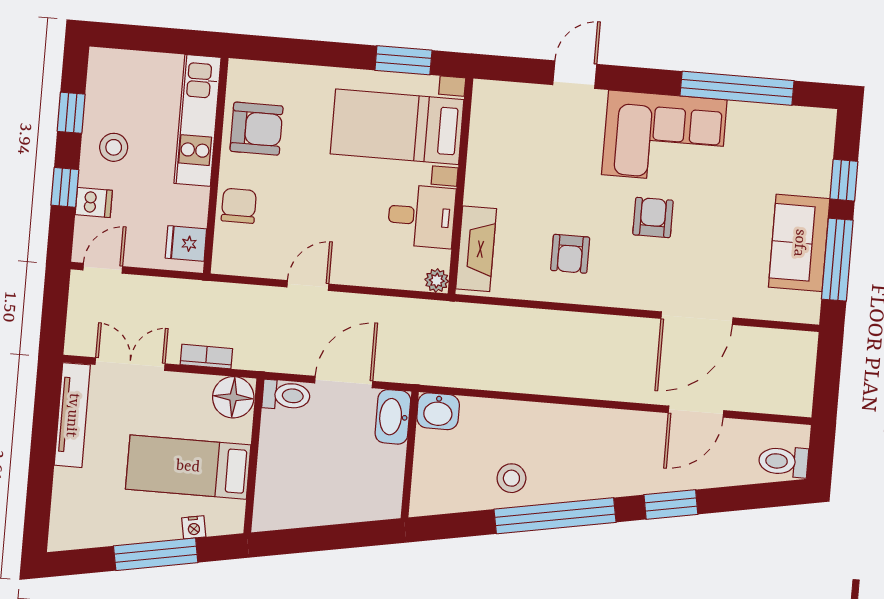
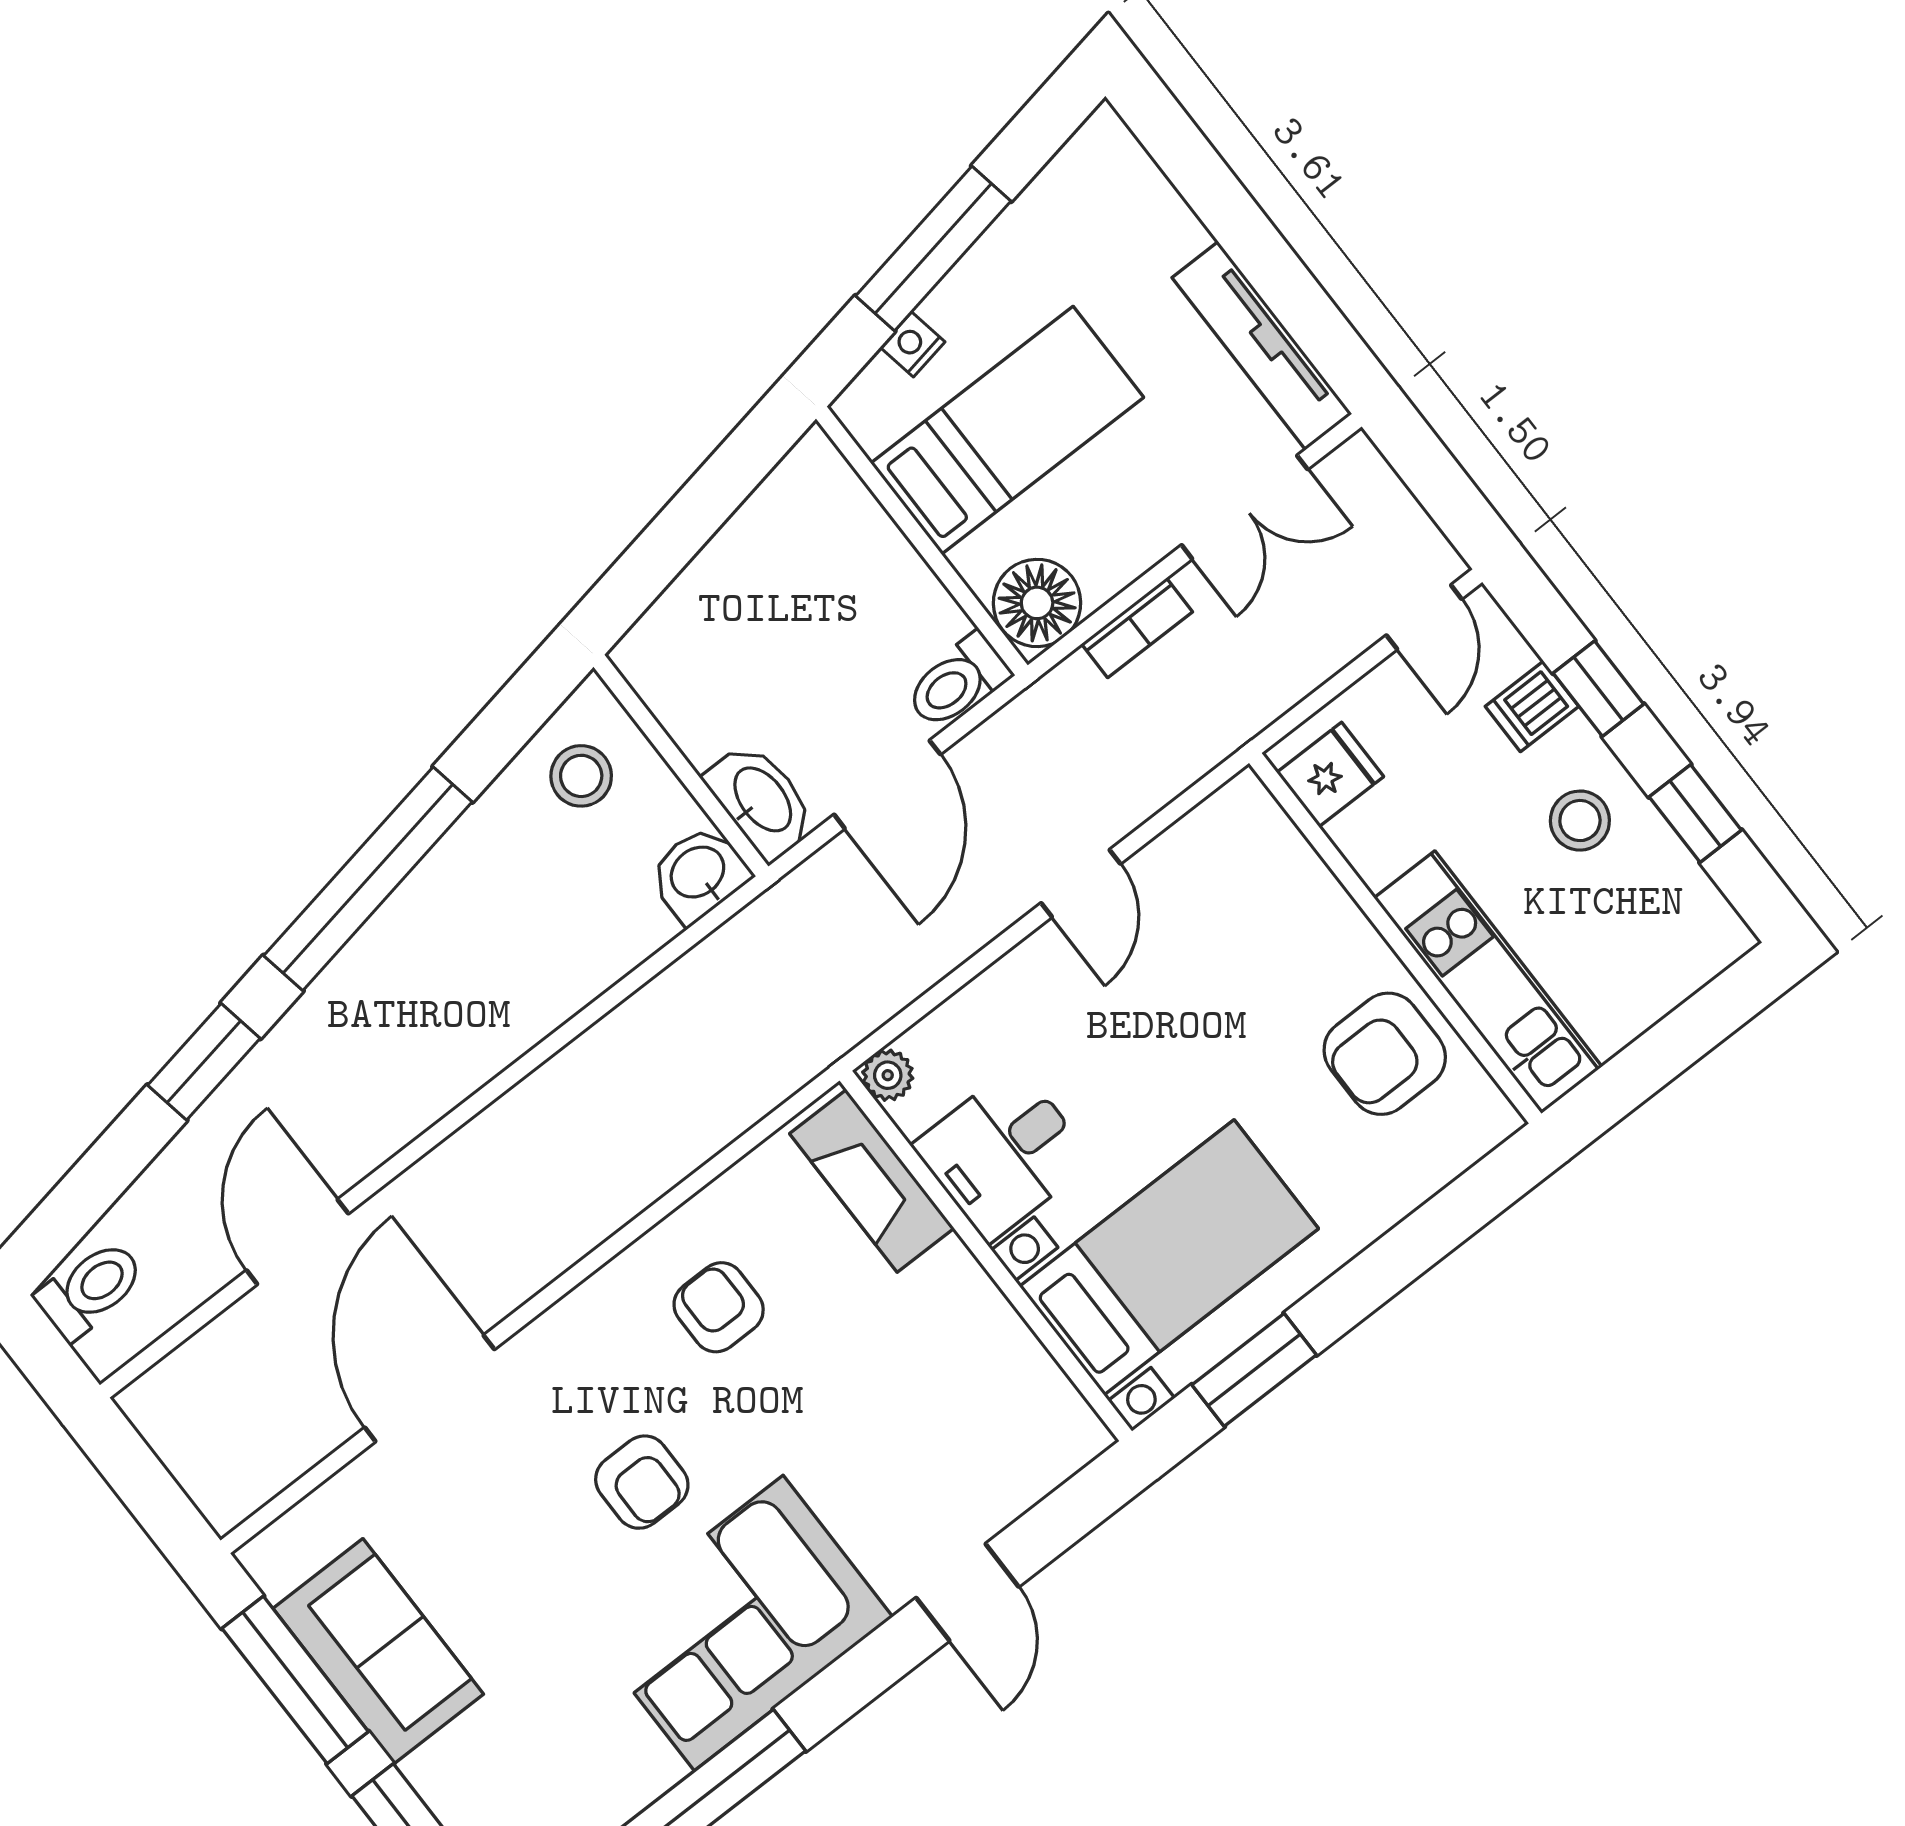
chair: (239, 206) -> (1302, 909), removed
stool: (511, 478) -> (581, 776), moved

